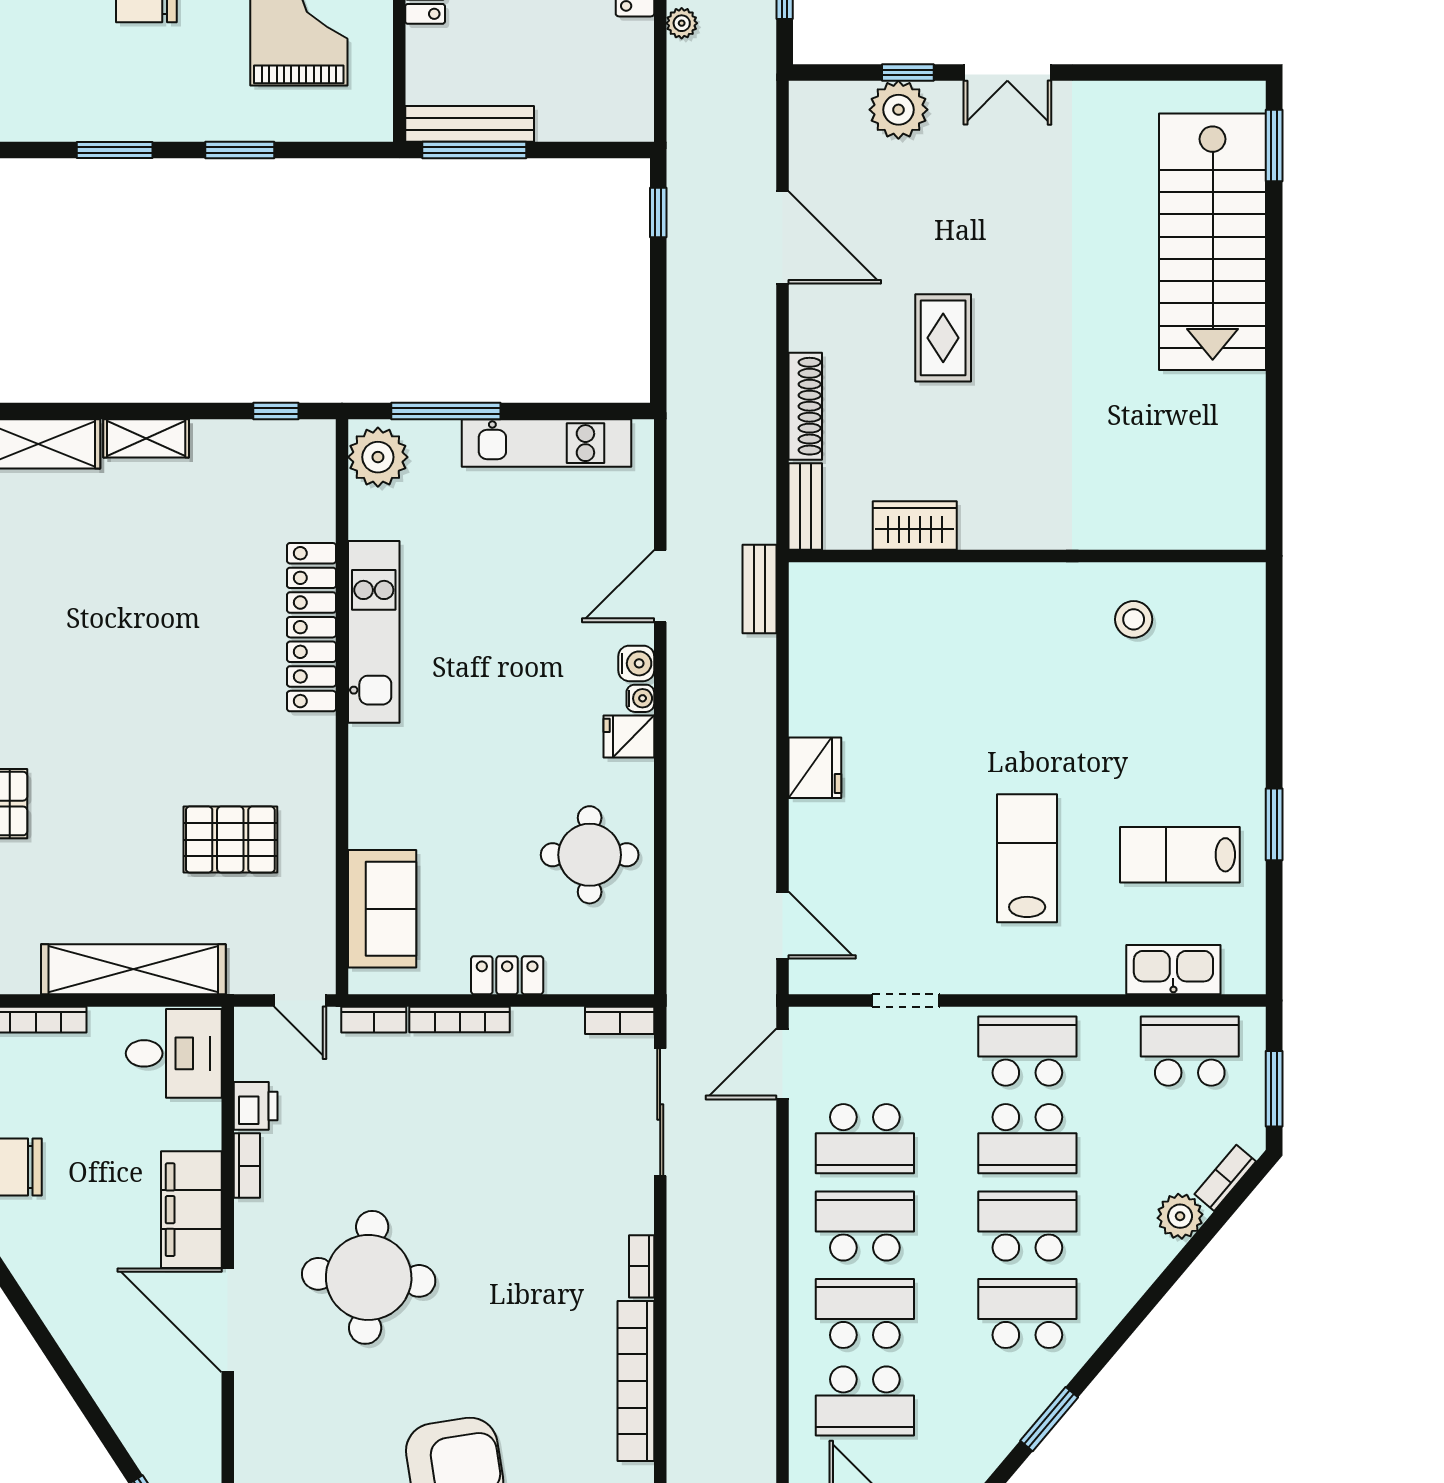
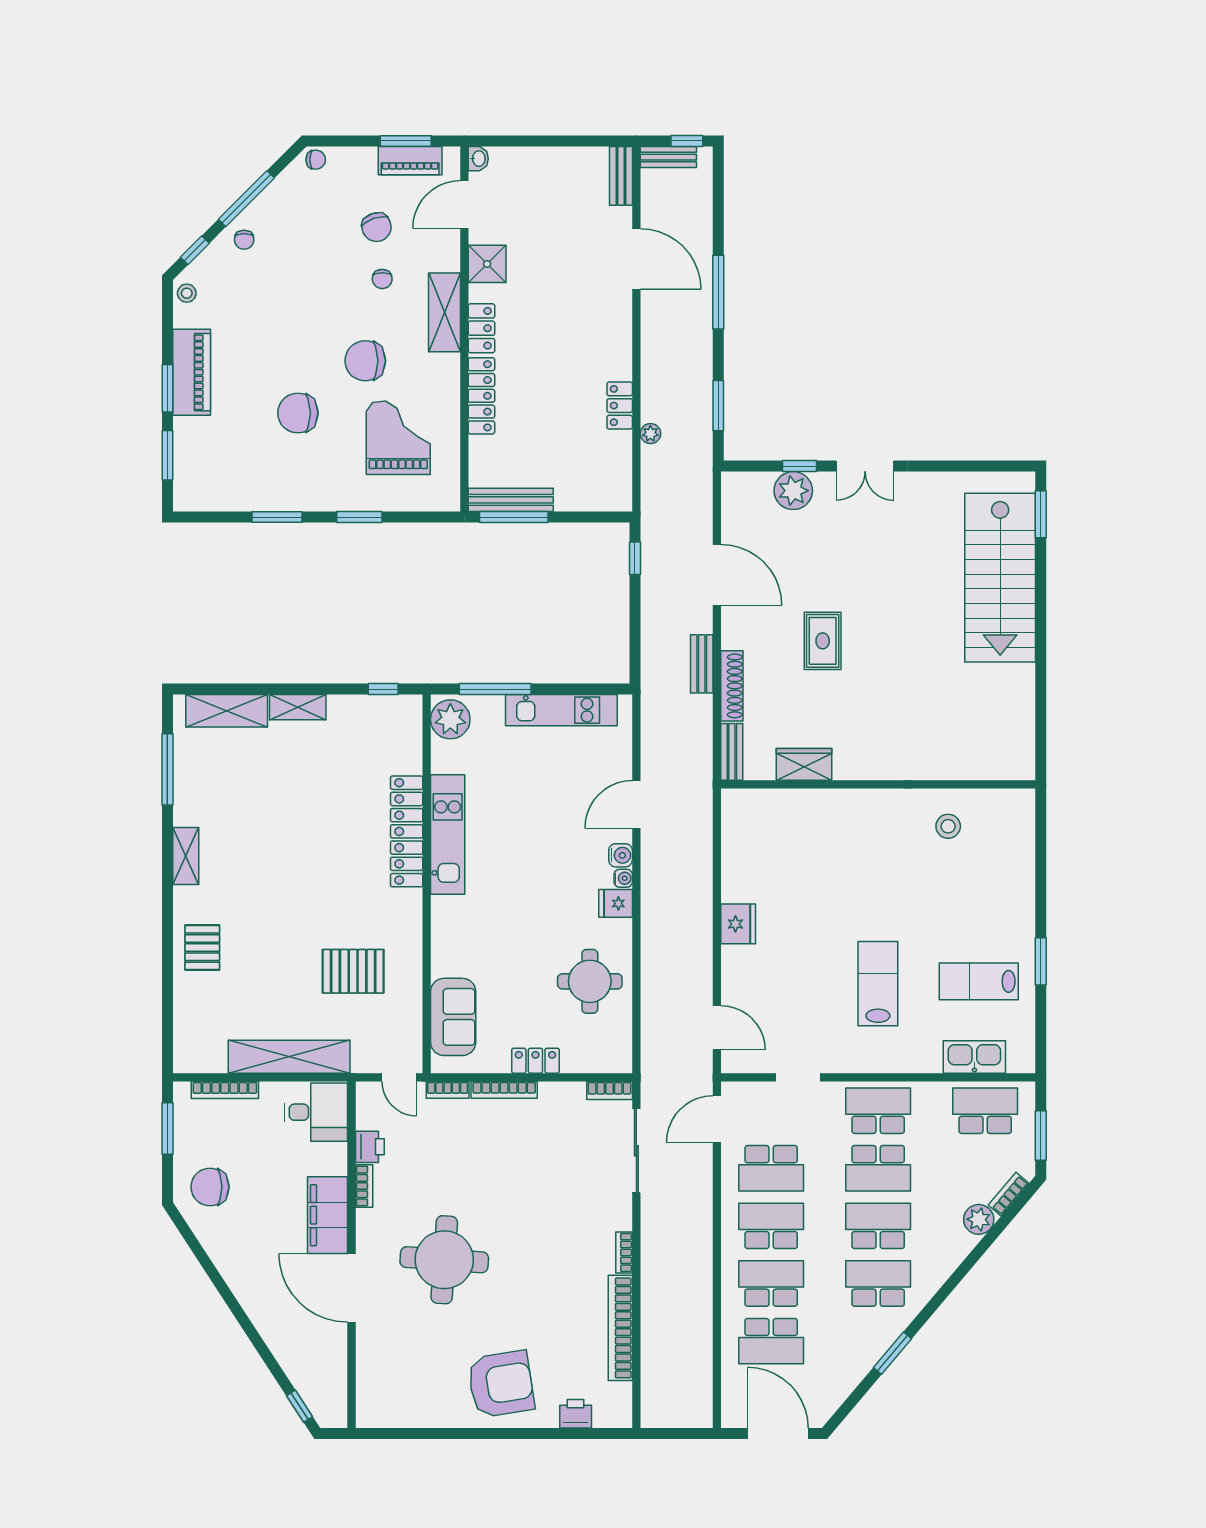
bench: (760, 589) -> (702, 664), moved

